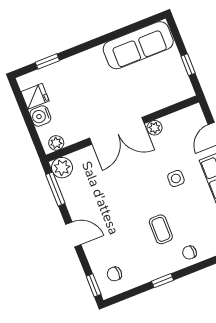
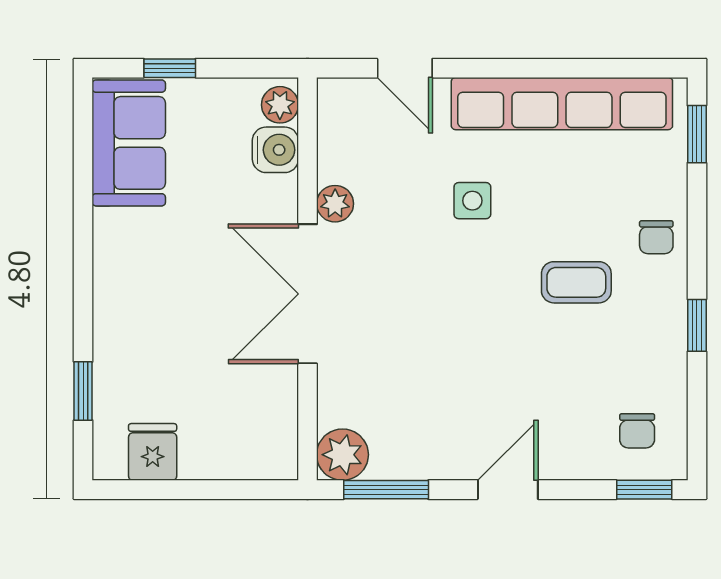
sofa: (138, 45) -> (129, 143), width x0.73
window: (188, 65) -> (170, 68), moved
water cooler: (40, 116) -> (275, 150), moved, turned -90
double door: (117, 131) -> (308, 294), swing flipped
plant: (56, 143) -> (280, 105), moved

